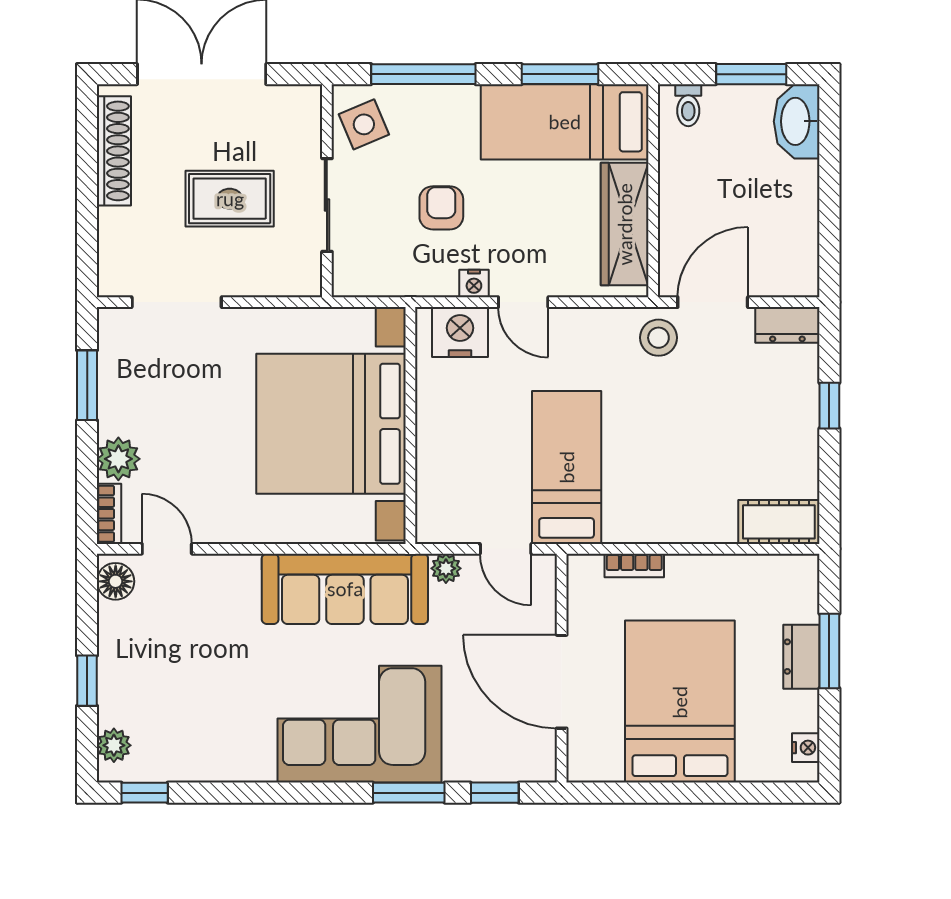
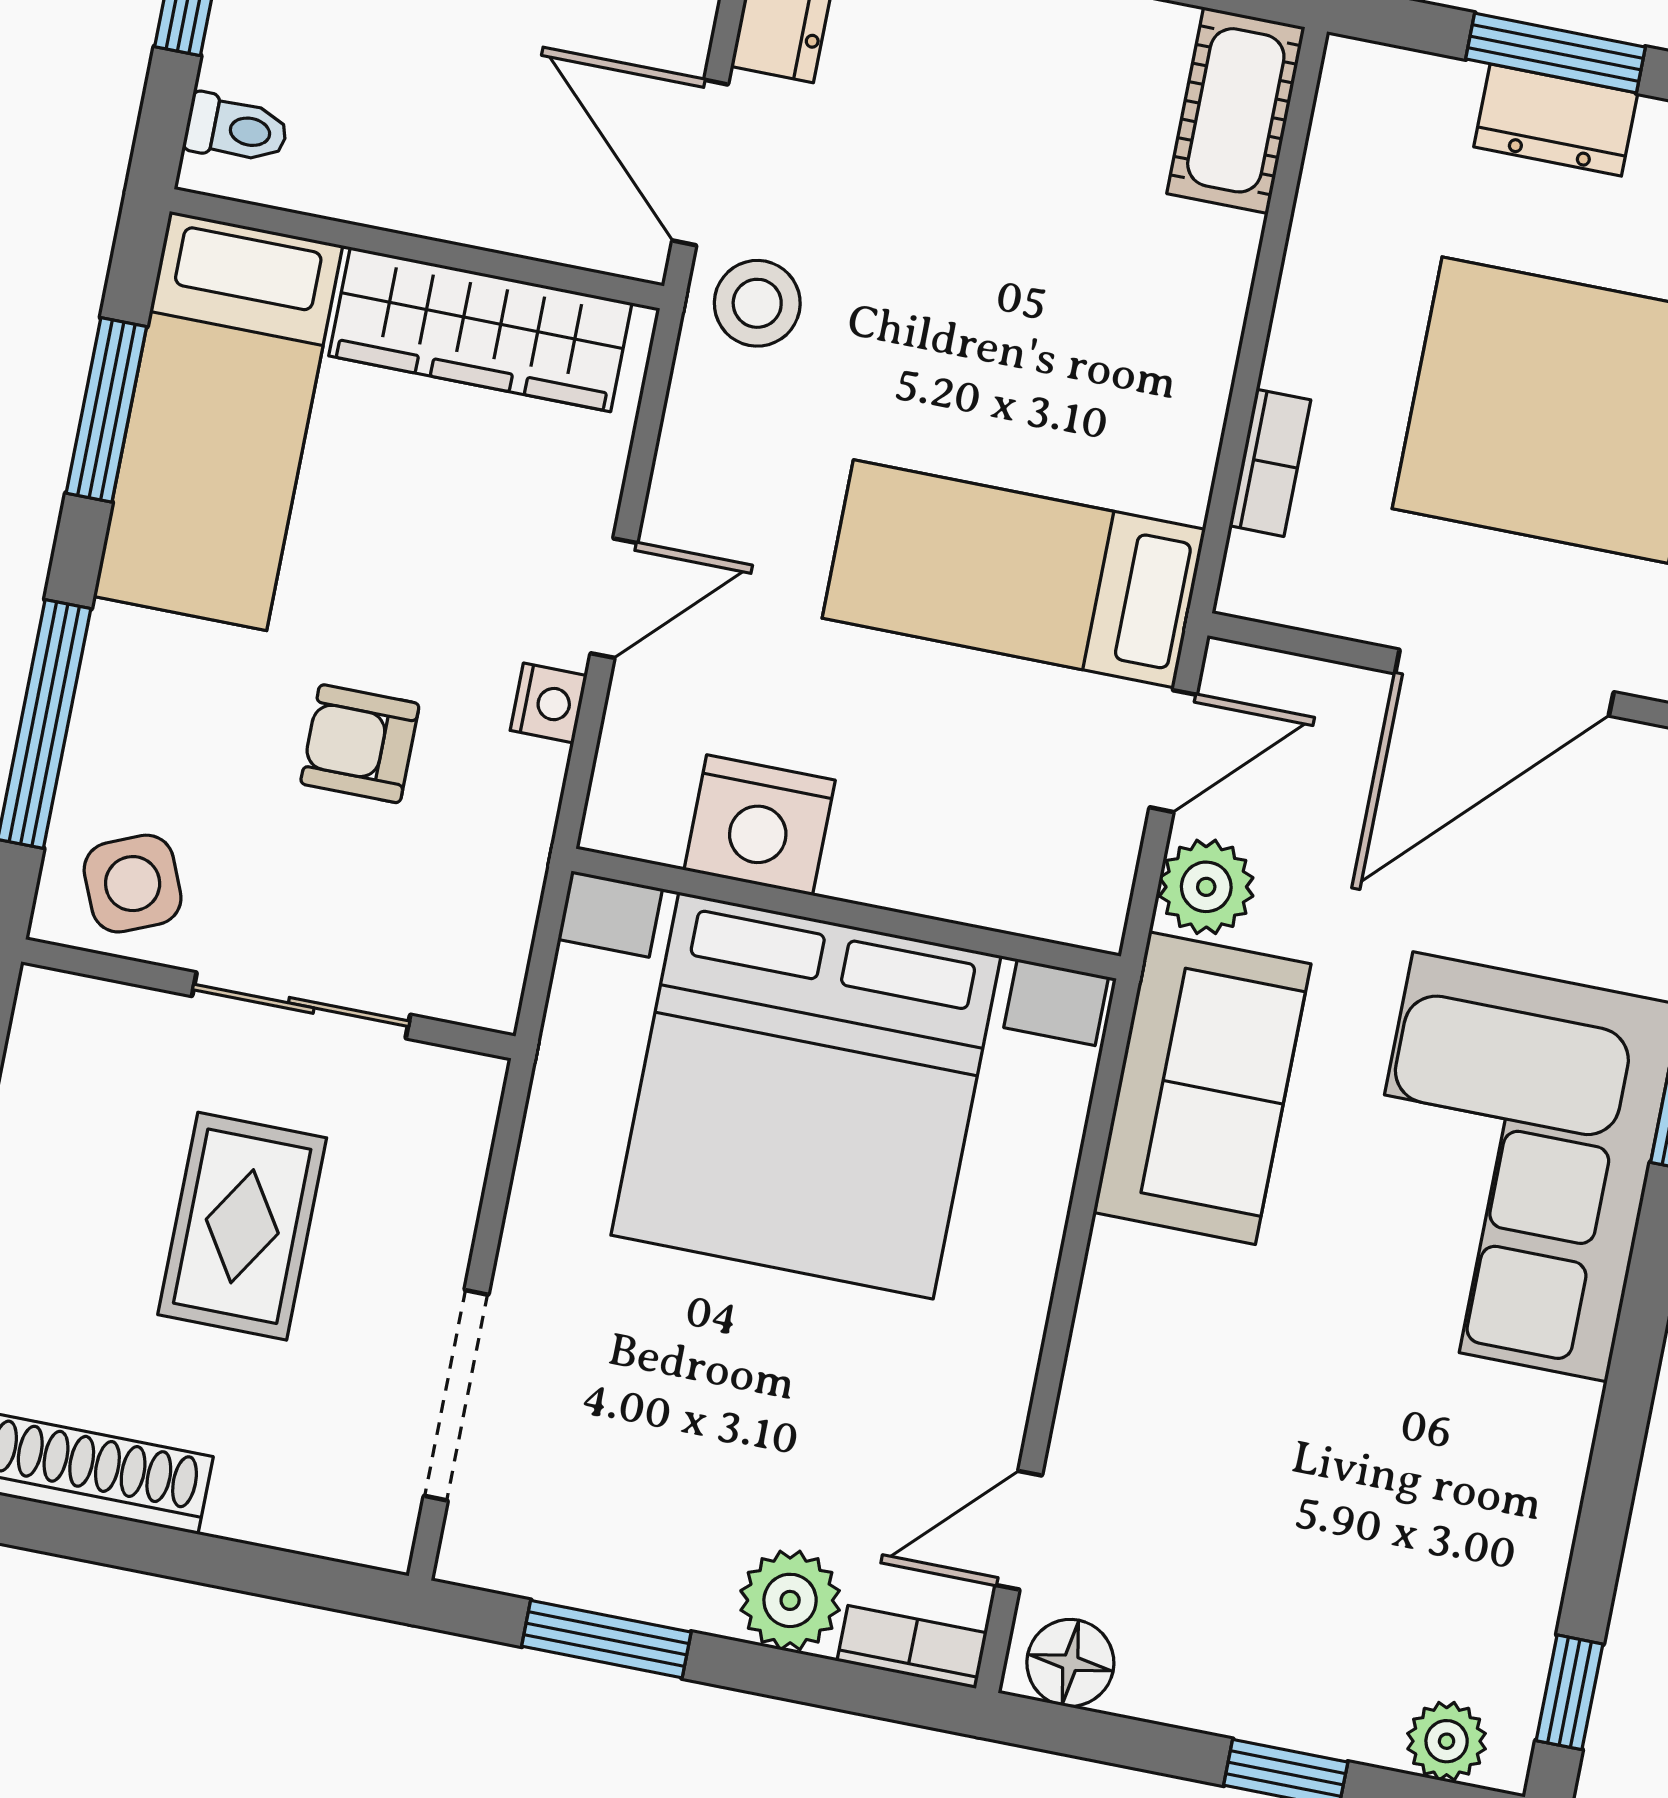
nightstand: (460, 332) -> (760, 825), moved, turned -90
plant: (446, 568) -> (1206, 887), width x1.38, depth x1.38
sofa: (345, 589) -> (1202, 1088), width x0.73

